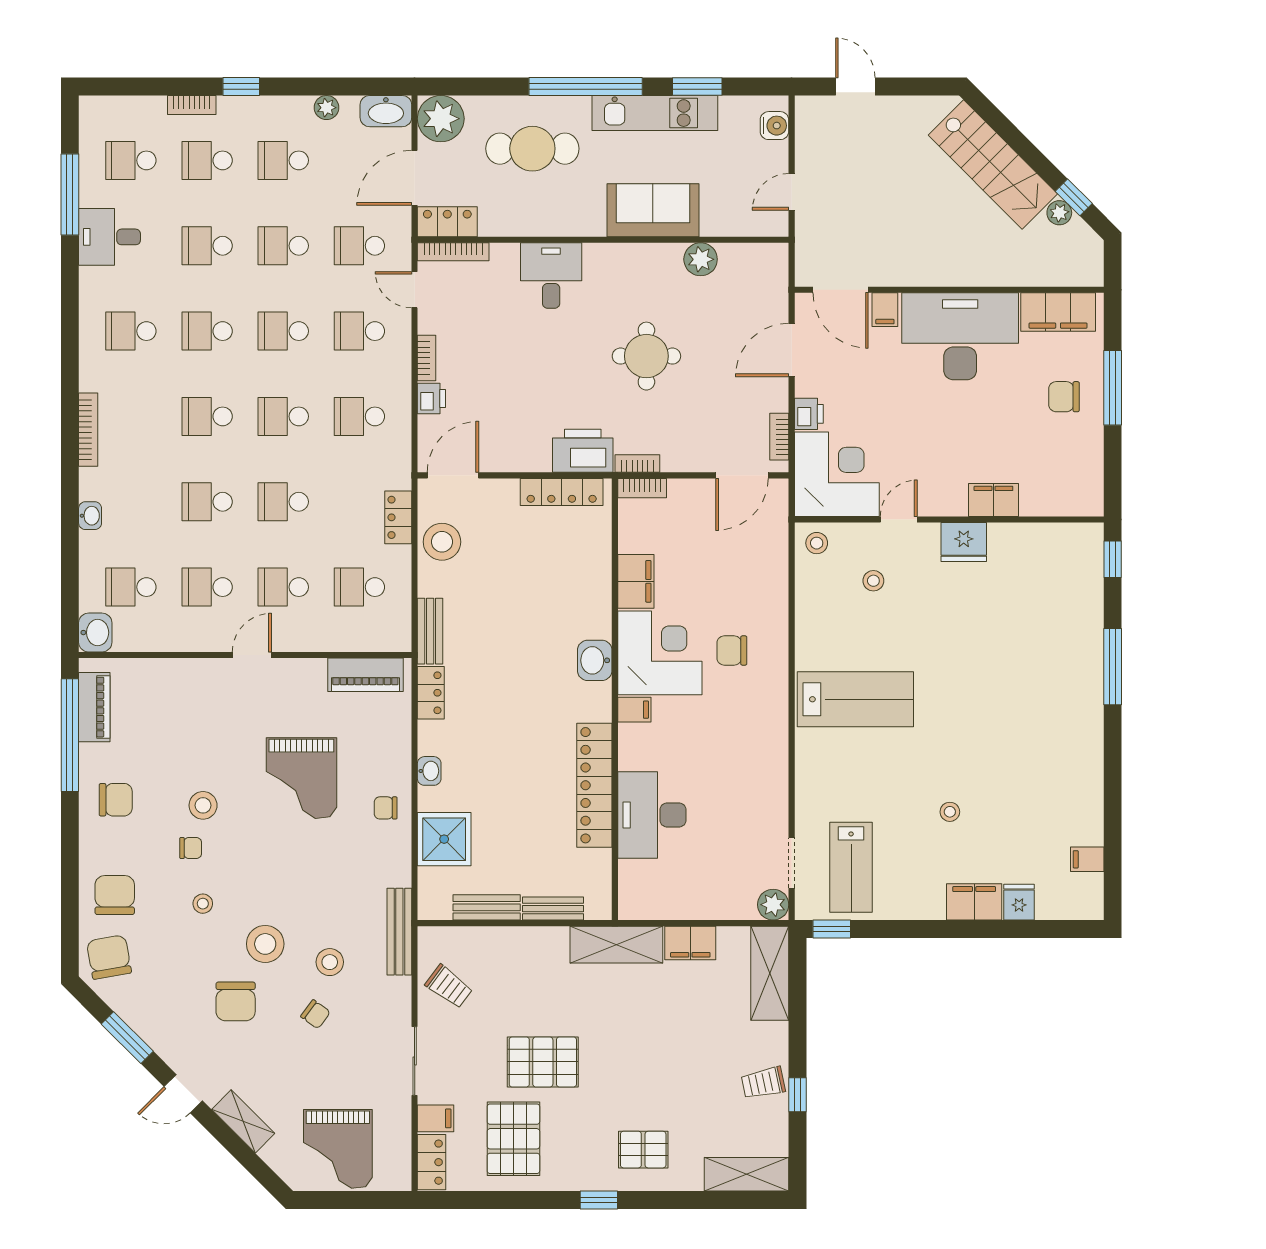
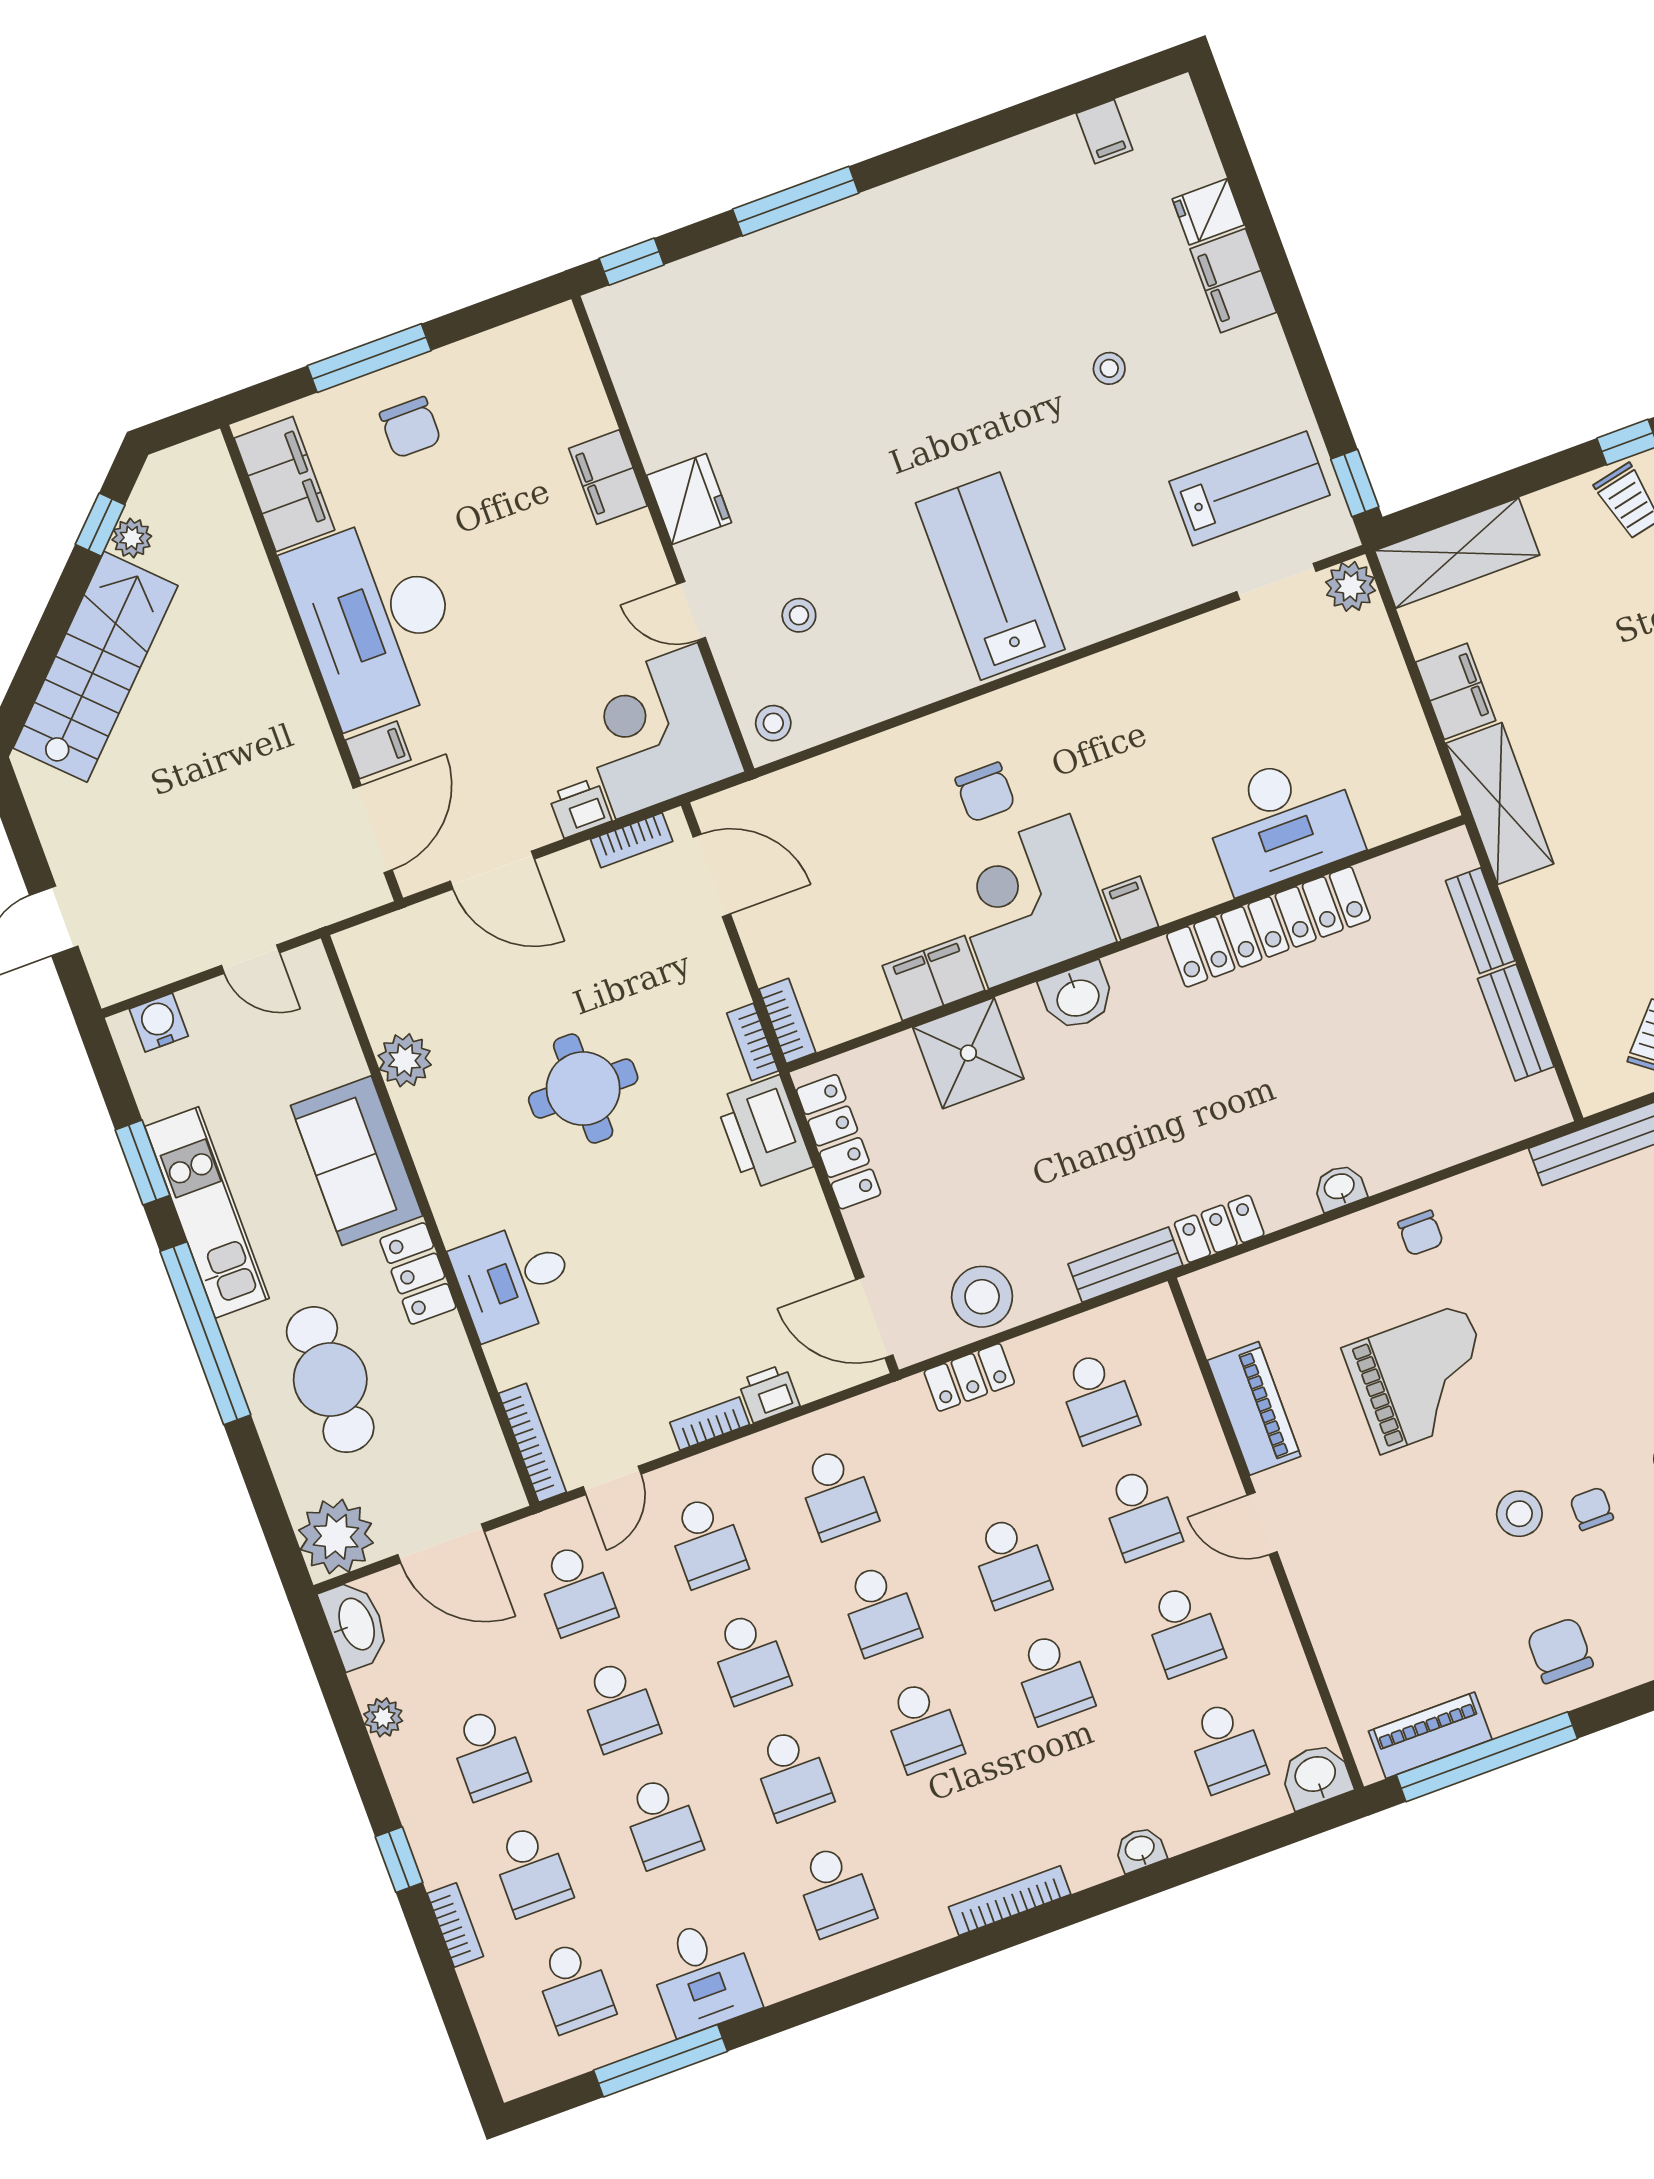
locker: (447, 222) -> (418, 1273), moved
piano: (365, 675) -> (1254, 1408), moved
shower: (444, 839) -> (968, 1053), moved

